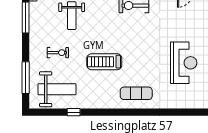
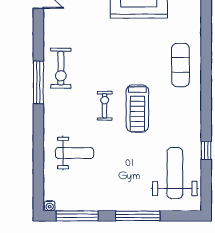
exercise bike: (58, 53) -> (105, 106), moved
window: (26, 78) -> (138, 216), moved

